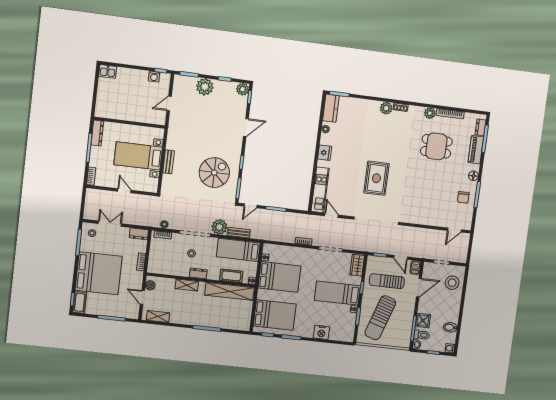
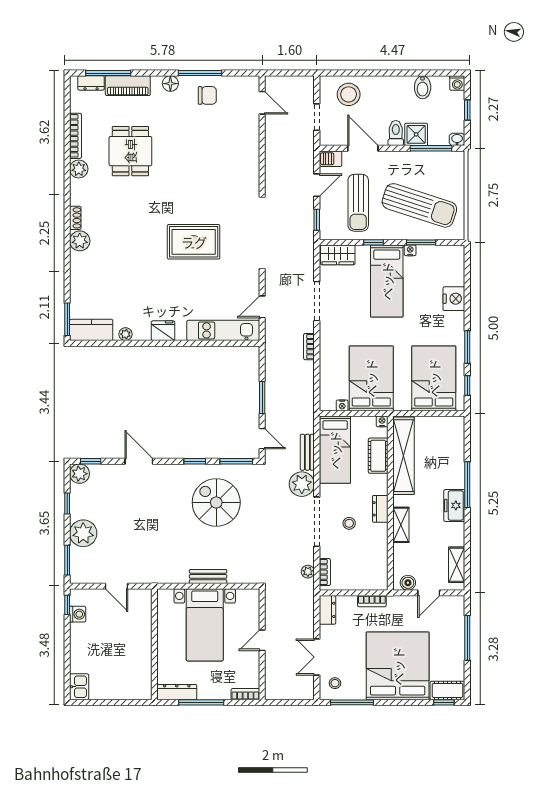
freezer: (195, 319) -> (454, 505), added
toilet: (422, 335) -> (396, 133), moved

